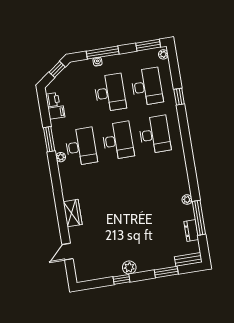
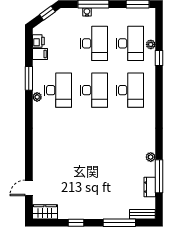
plant: (163, 54) -> (151, 44), moved
wardrobe: (73, 213) -> (45, 212), moved, turned -90
plant: (129, 268) -> (85, 213), removed
window: (166, 272) -> (119, 223), width x1.44

